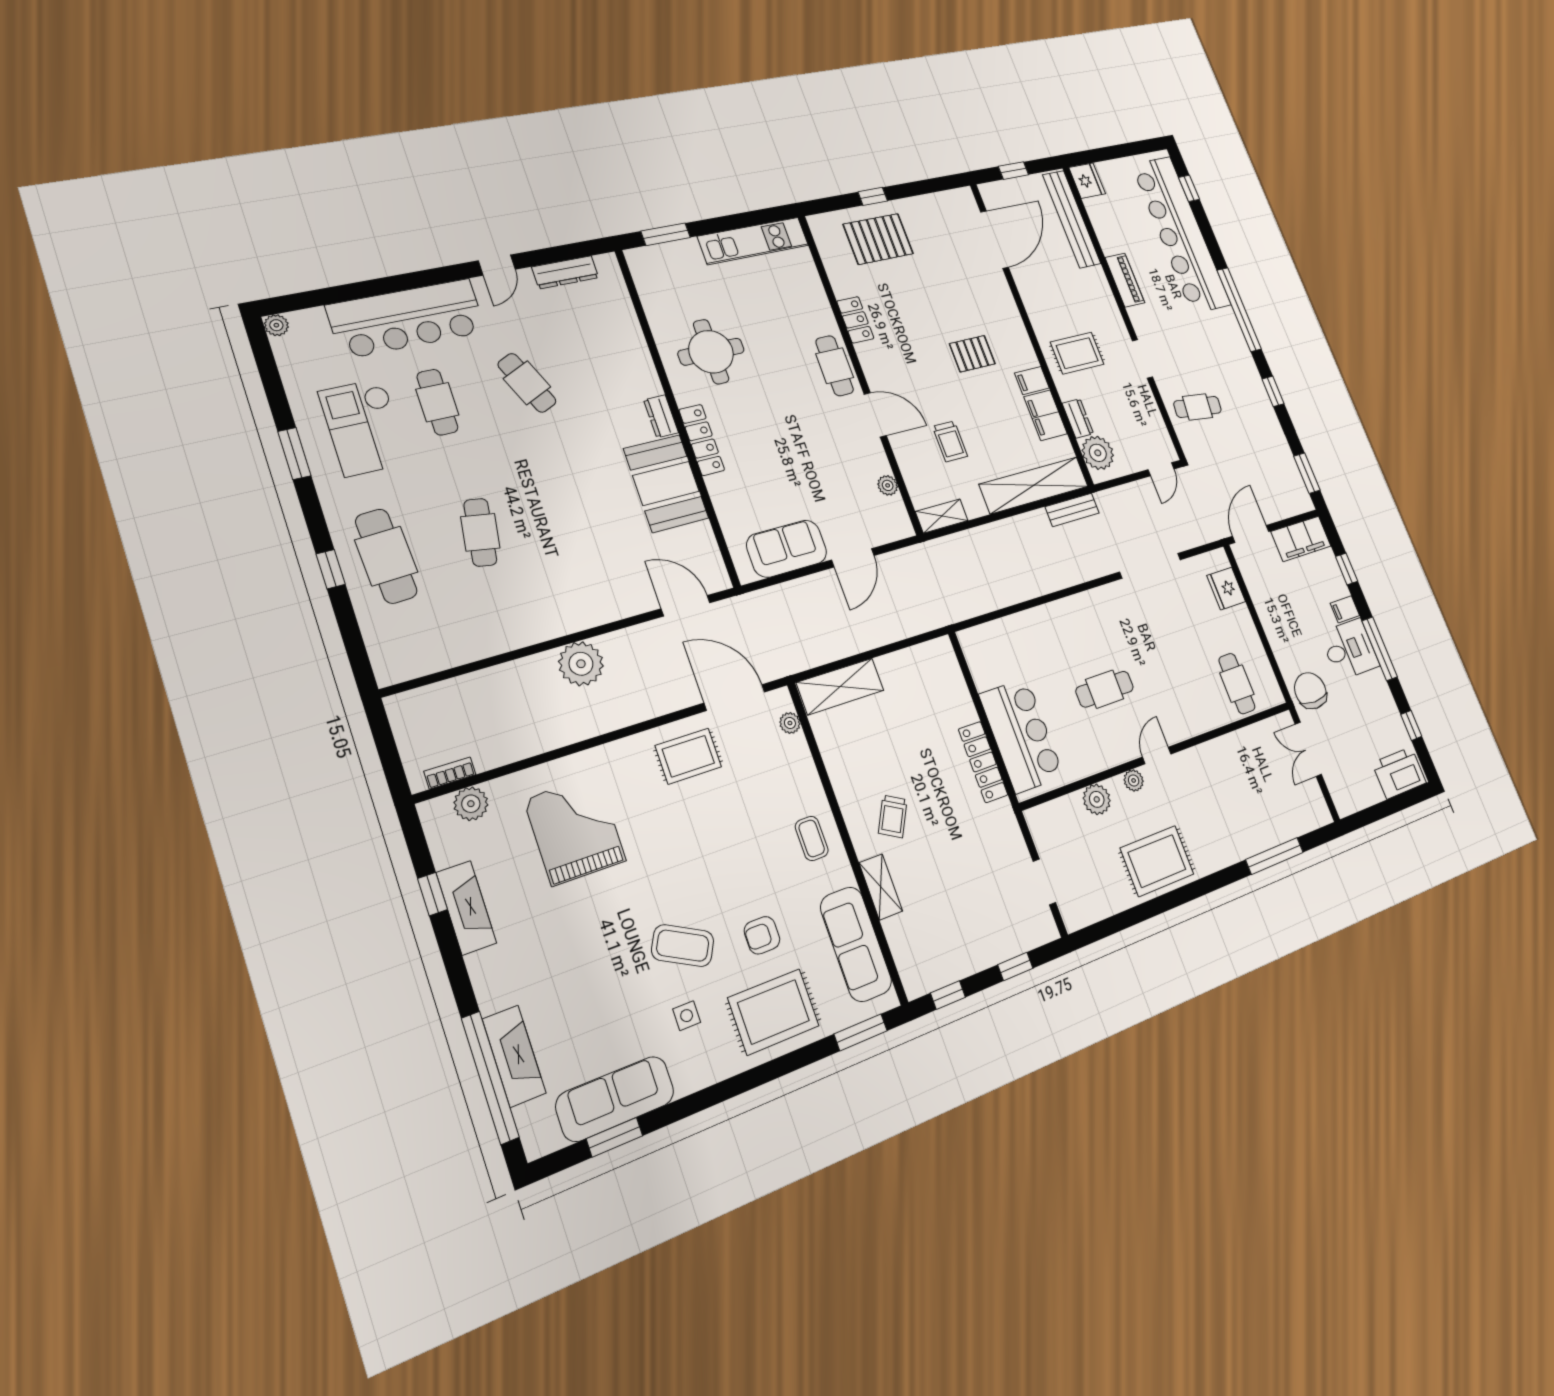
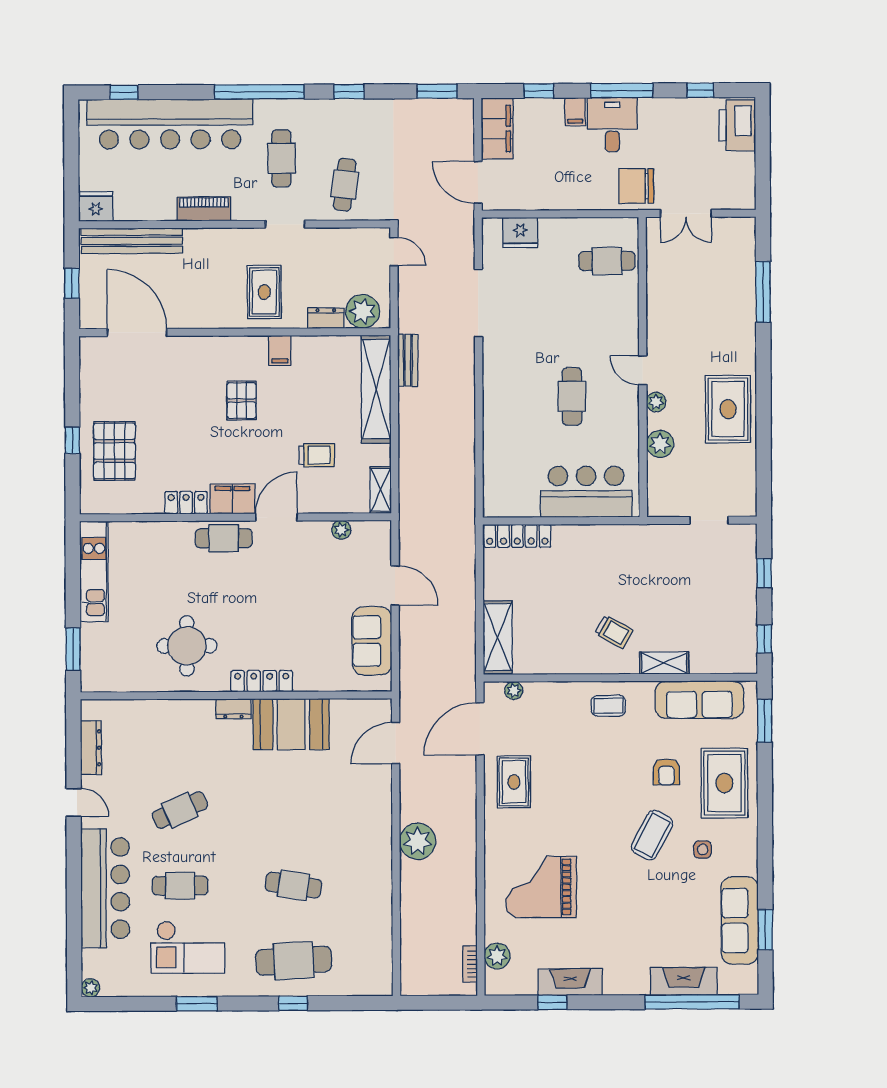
cafe table: (1195, 342) -> (281, 158), added
filing cabinet: (1045, 415) -> (233, 499), moved, turned 180
locker: (983, 762) -> (517, 536), moved

